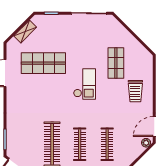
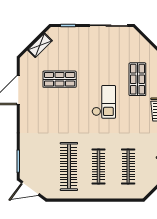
shop shelf: (43, 63) -> (60, 79), width x0.70, depth x0.74

